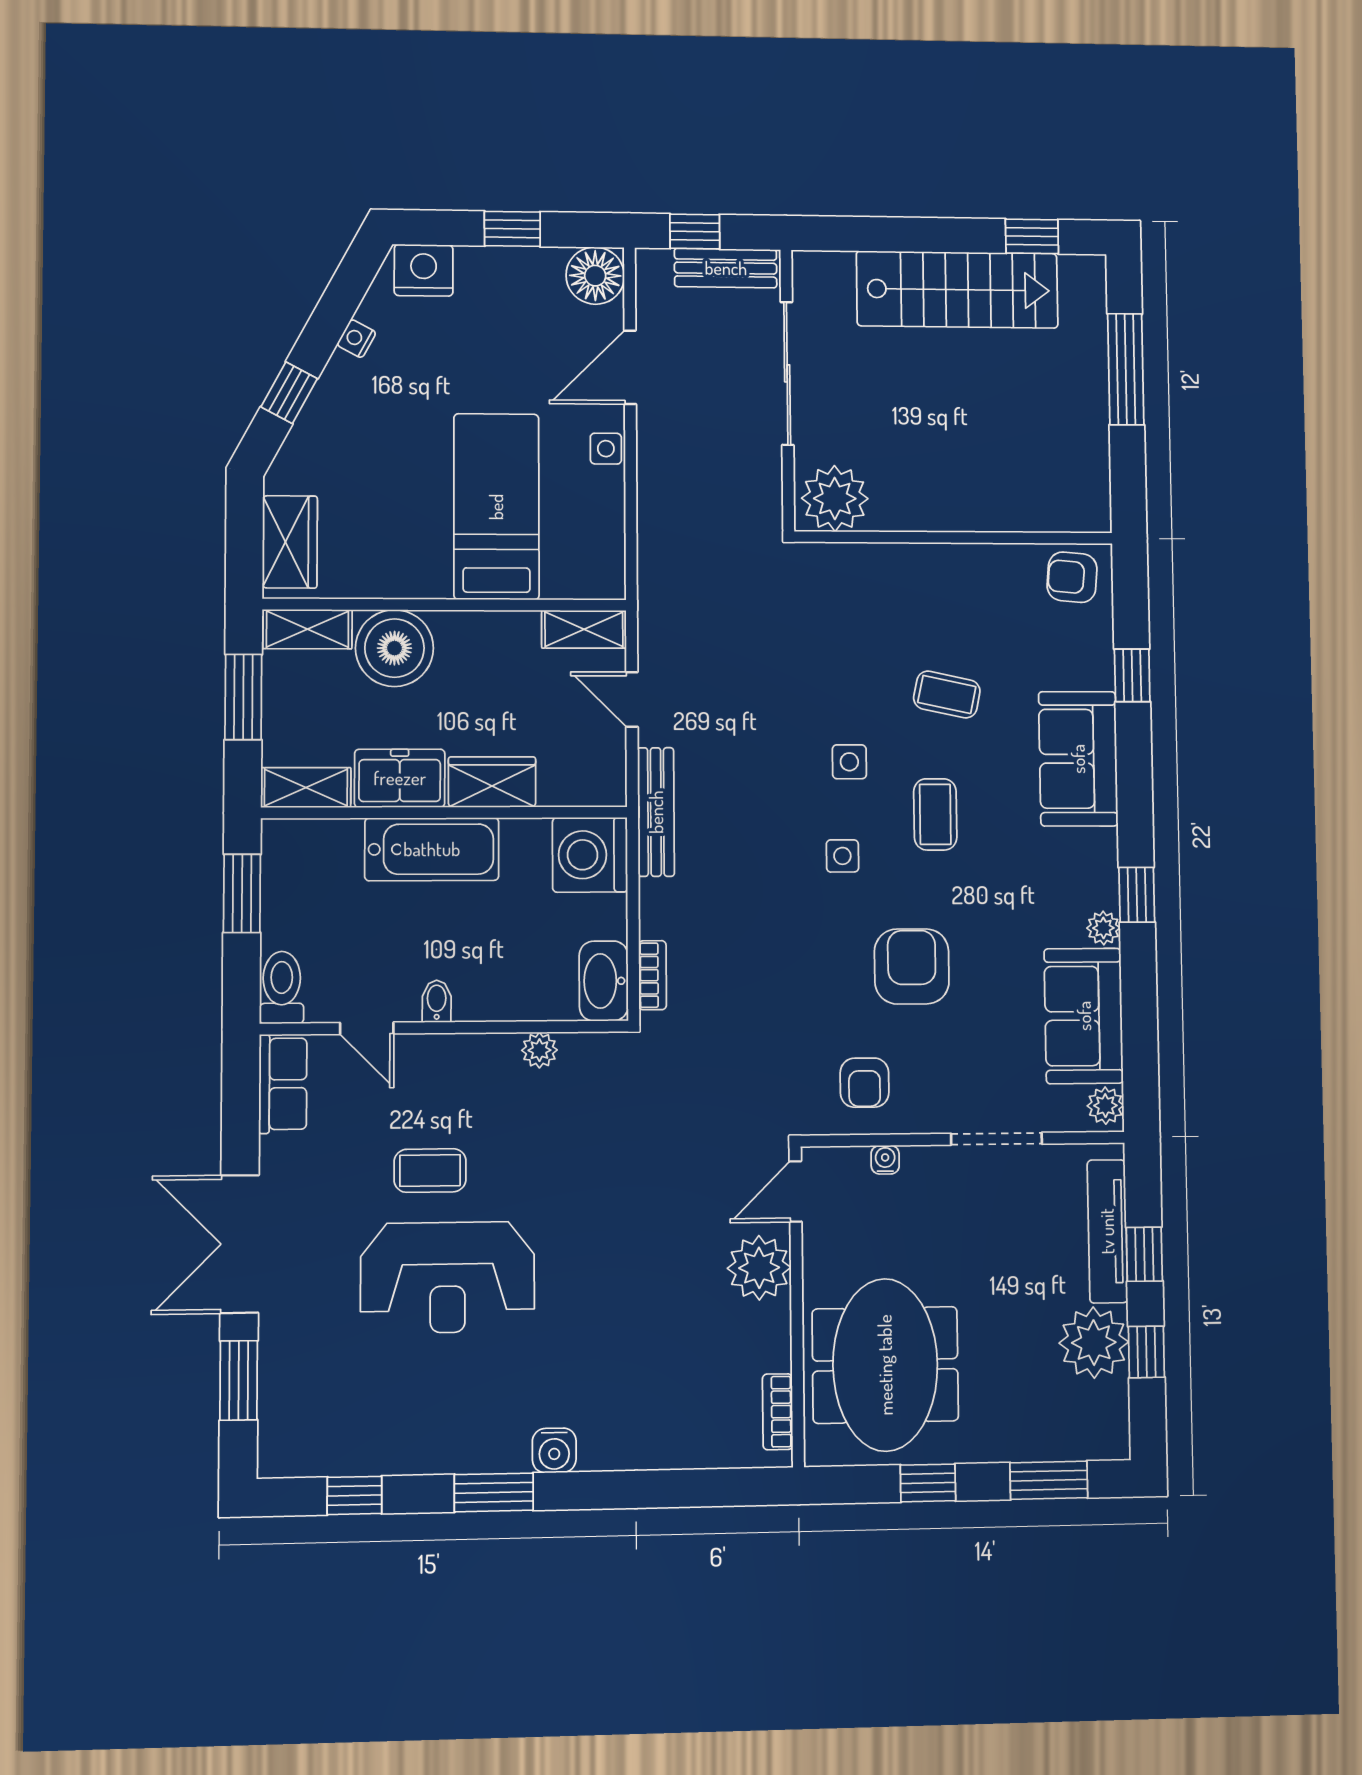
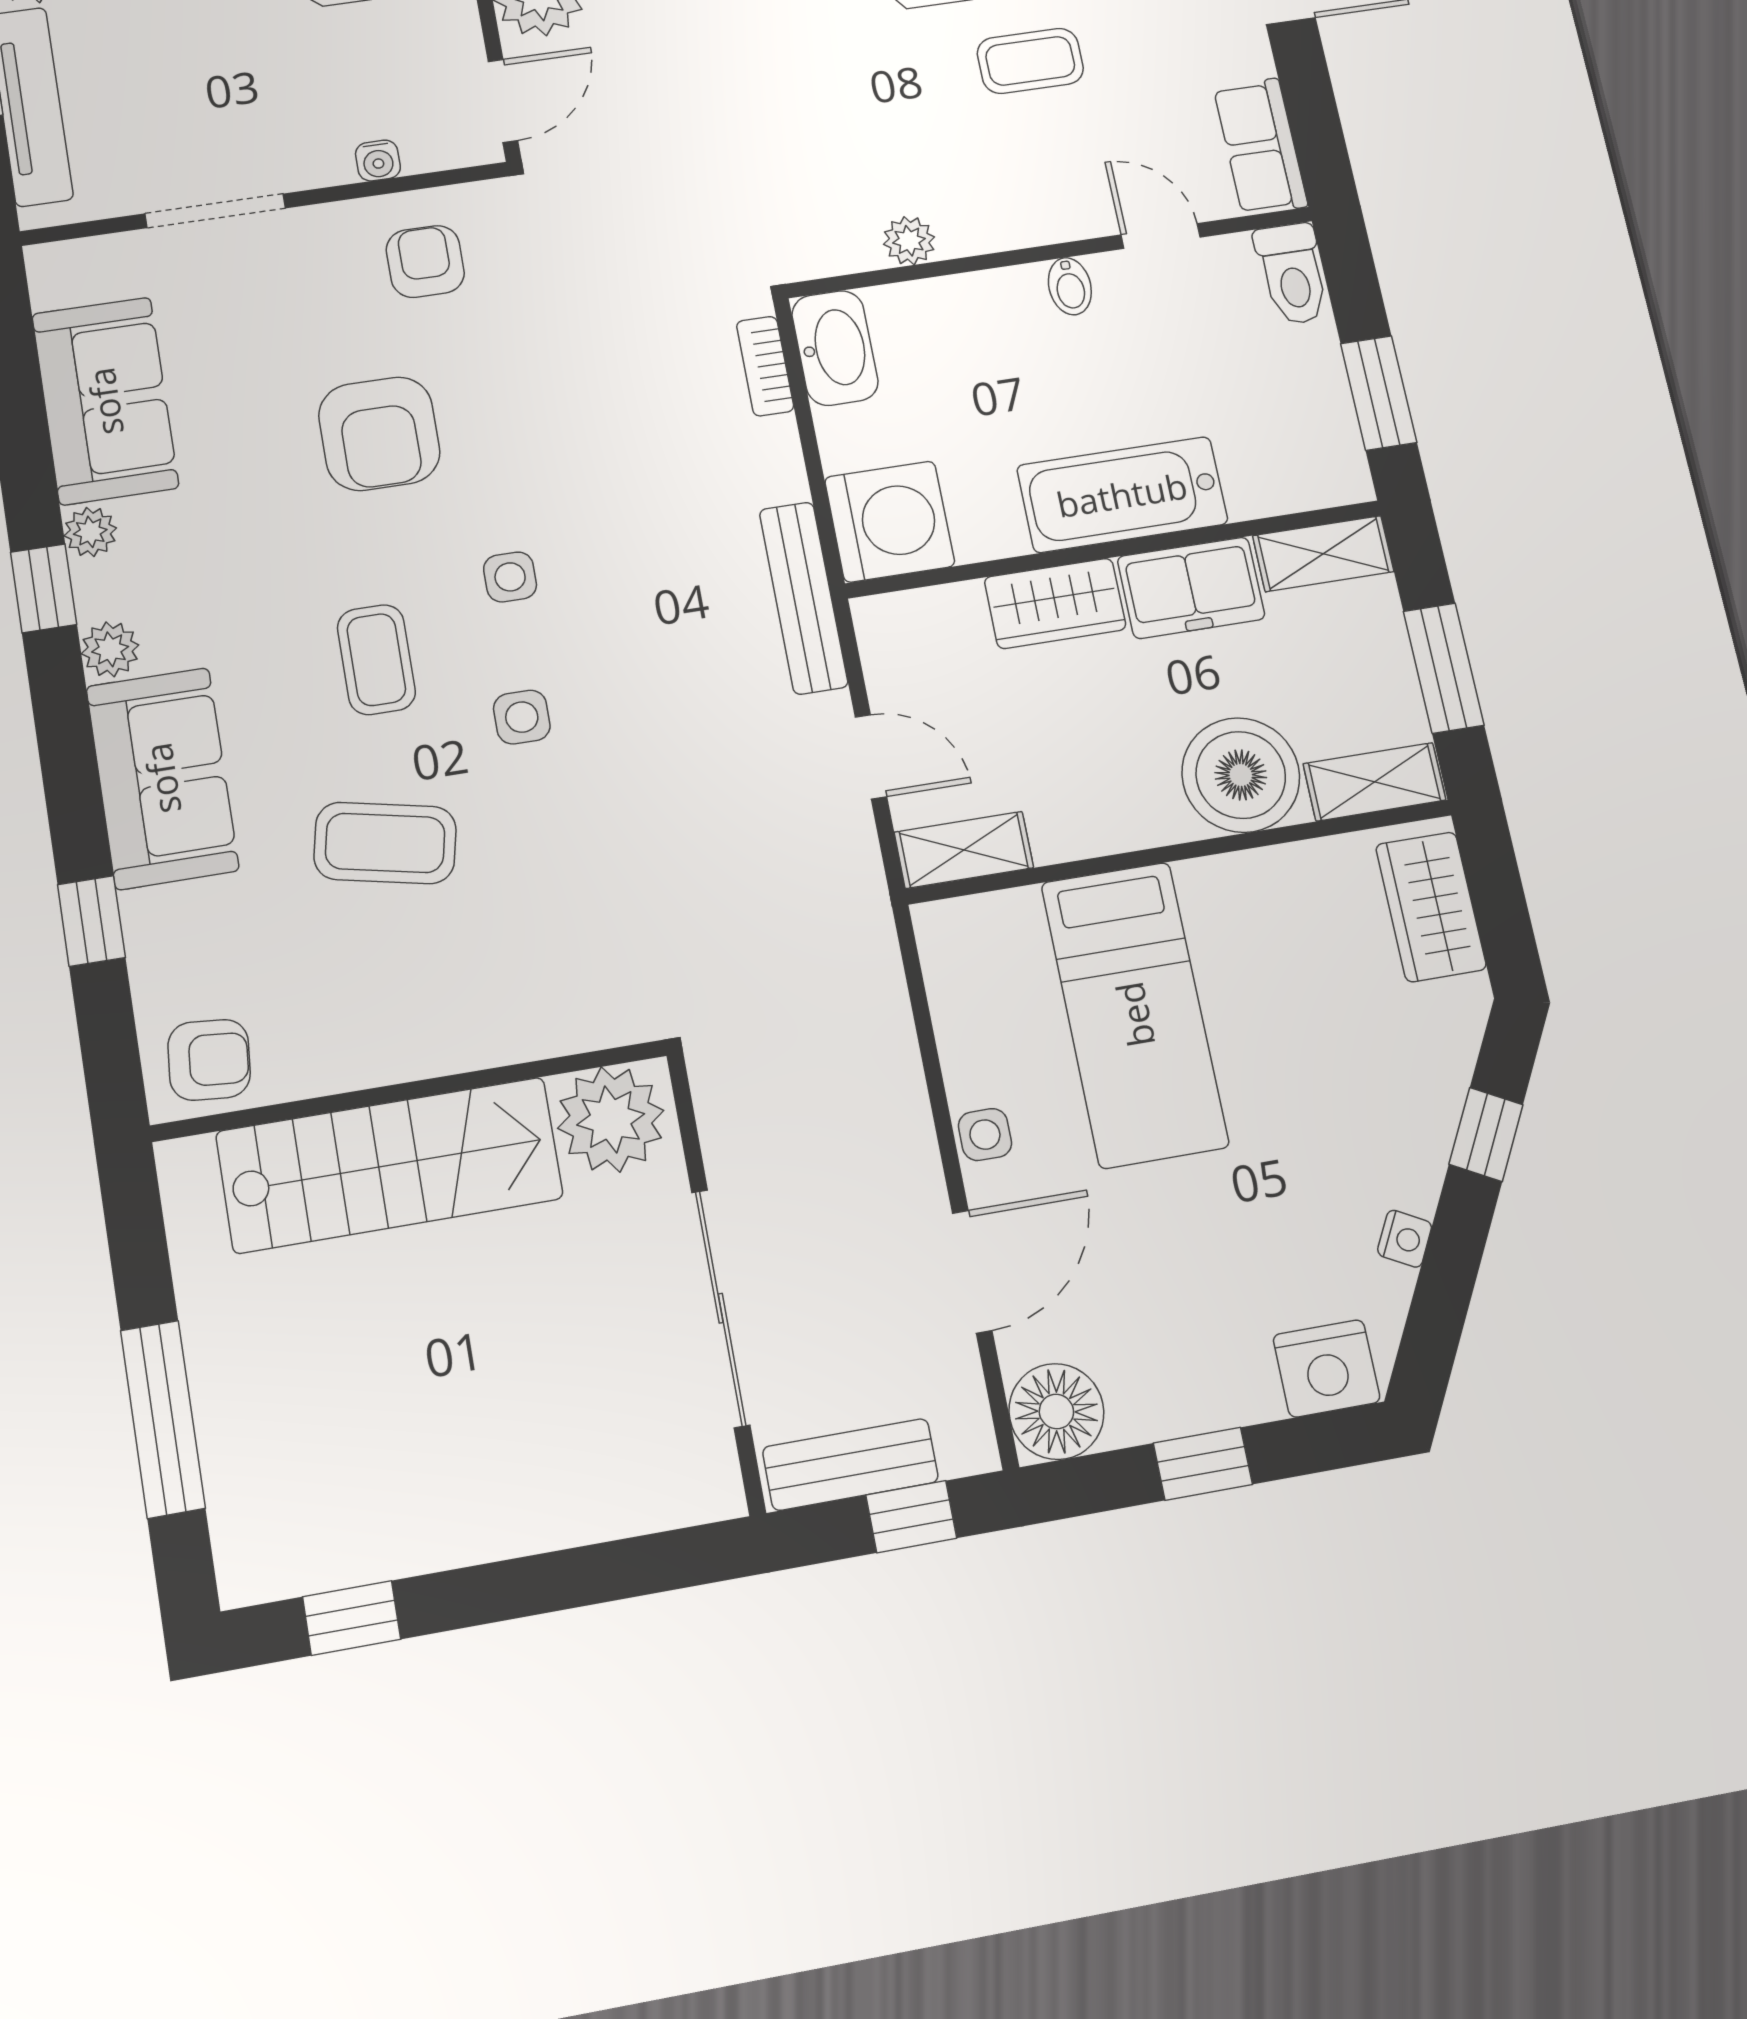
stairs: (957, 290) -> (390, 1165), moved, turned 180
coffee table: (947, 695) -> (385, 843), width x1.36, depth x1.30
plant: (1105, 1106) -> (110, 649), moved

